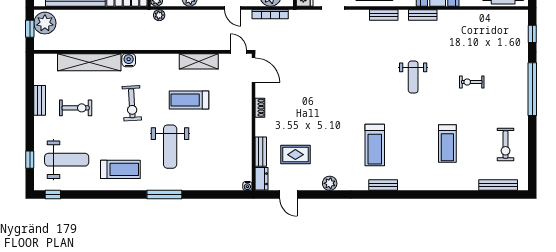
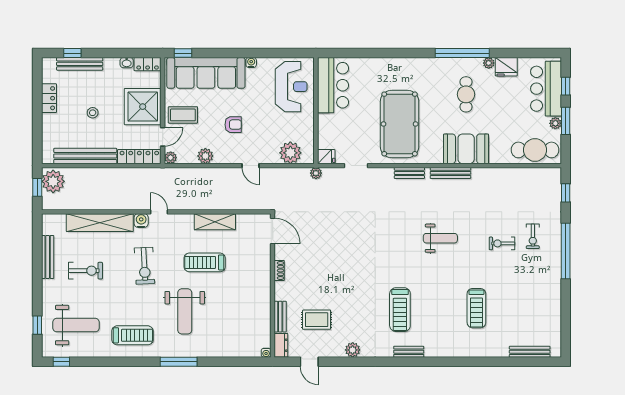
bookcase: (270, 14) -> (290, 172), removed
plant: (159, 15) -> (316, 173), moved
bench: (423, 15) -> (450, 173), width x1.36
door: (238, 52) -> (159, 212), moved
weight bench: (413, 77) -> (440, 238), turned -90
bench: (40, 100) -> (48, 257), width x1.36
exercise bike: (506, 145) -> (533, 236), moved, width x0.73, depth x0.72

